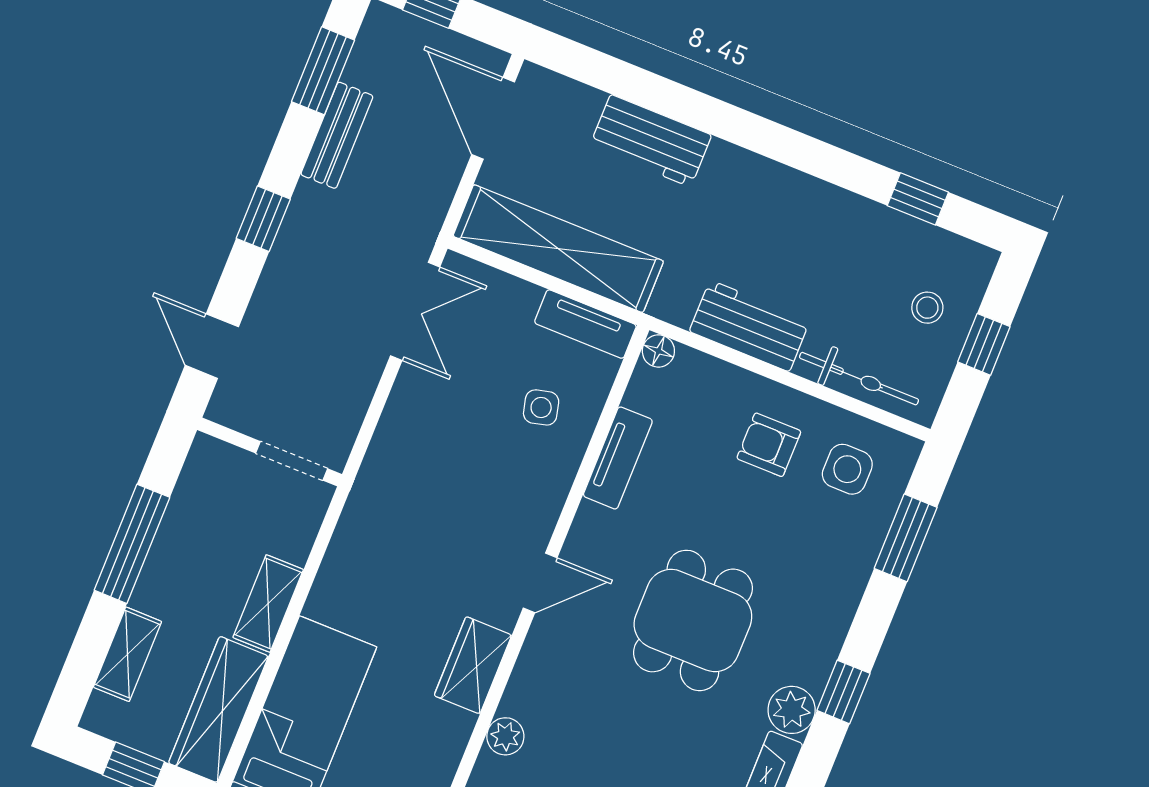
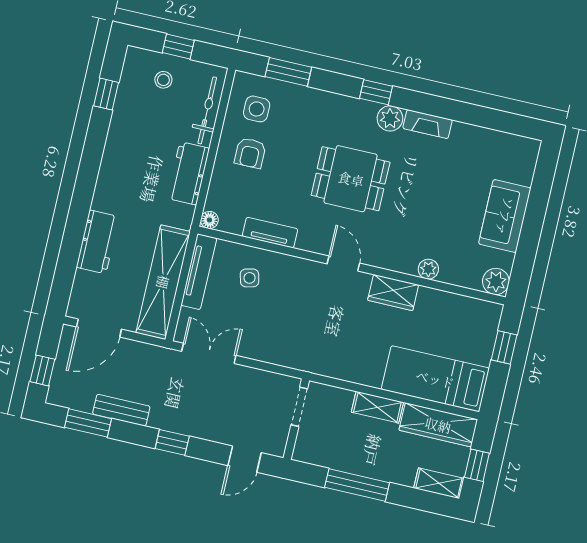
tv unit: (585, 324) -> (199, 272), width x1.41
shelving: (127, 654) -> (439, 483), moved

